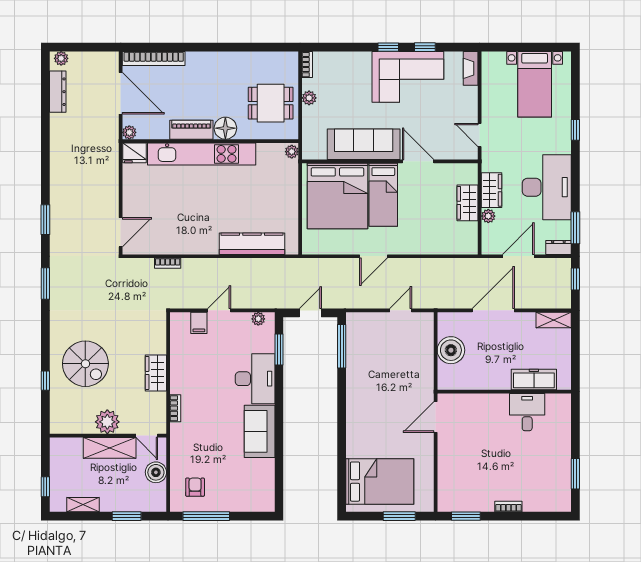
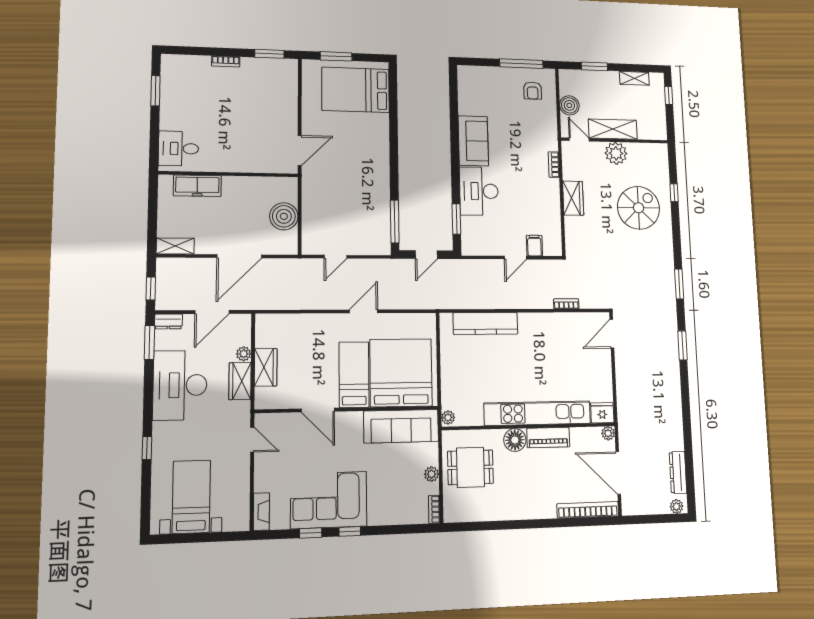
sofa: (364, 144) -> (401, 426), moved
plant: (258, 319) -> (477, 249), removed
spiral stairs: (85, 364) -> (639, 208), turned 90
desk: (527, 412) -> (179, 149), moved, turned 90

